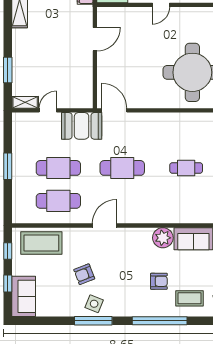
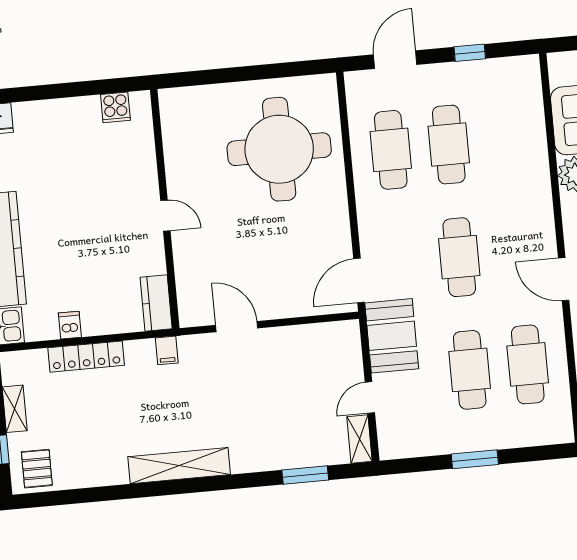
door: (48, 110) -> (370, 398), hinge flipped
cafe table: (186, 135) -> (391, 150), added
cafe table: (186, 168) -> (449, 145), width x1.37, depth x1.35

